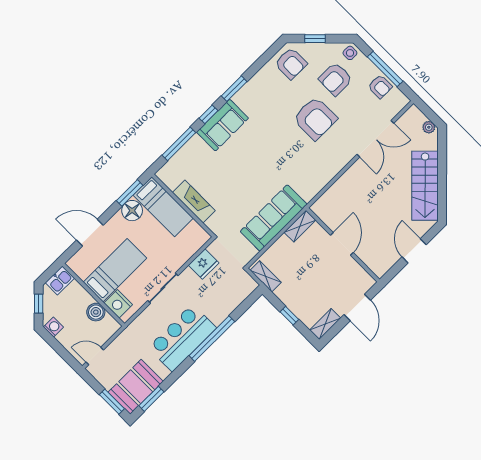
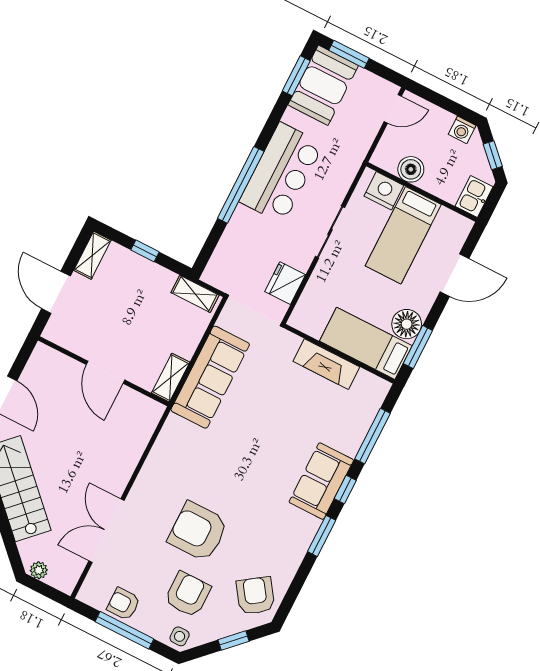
armchair: (291, 63) -> (255, 596), turned 55

